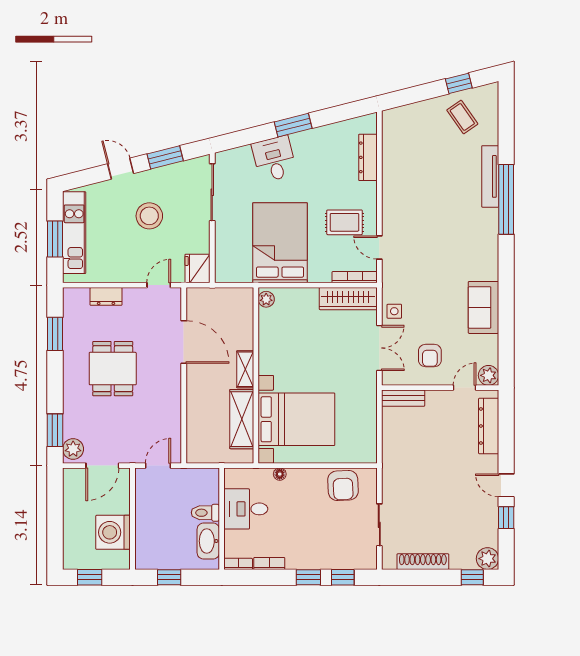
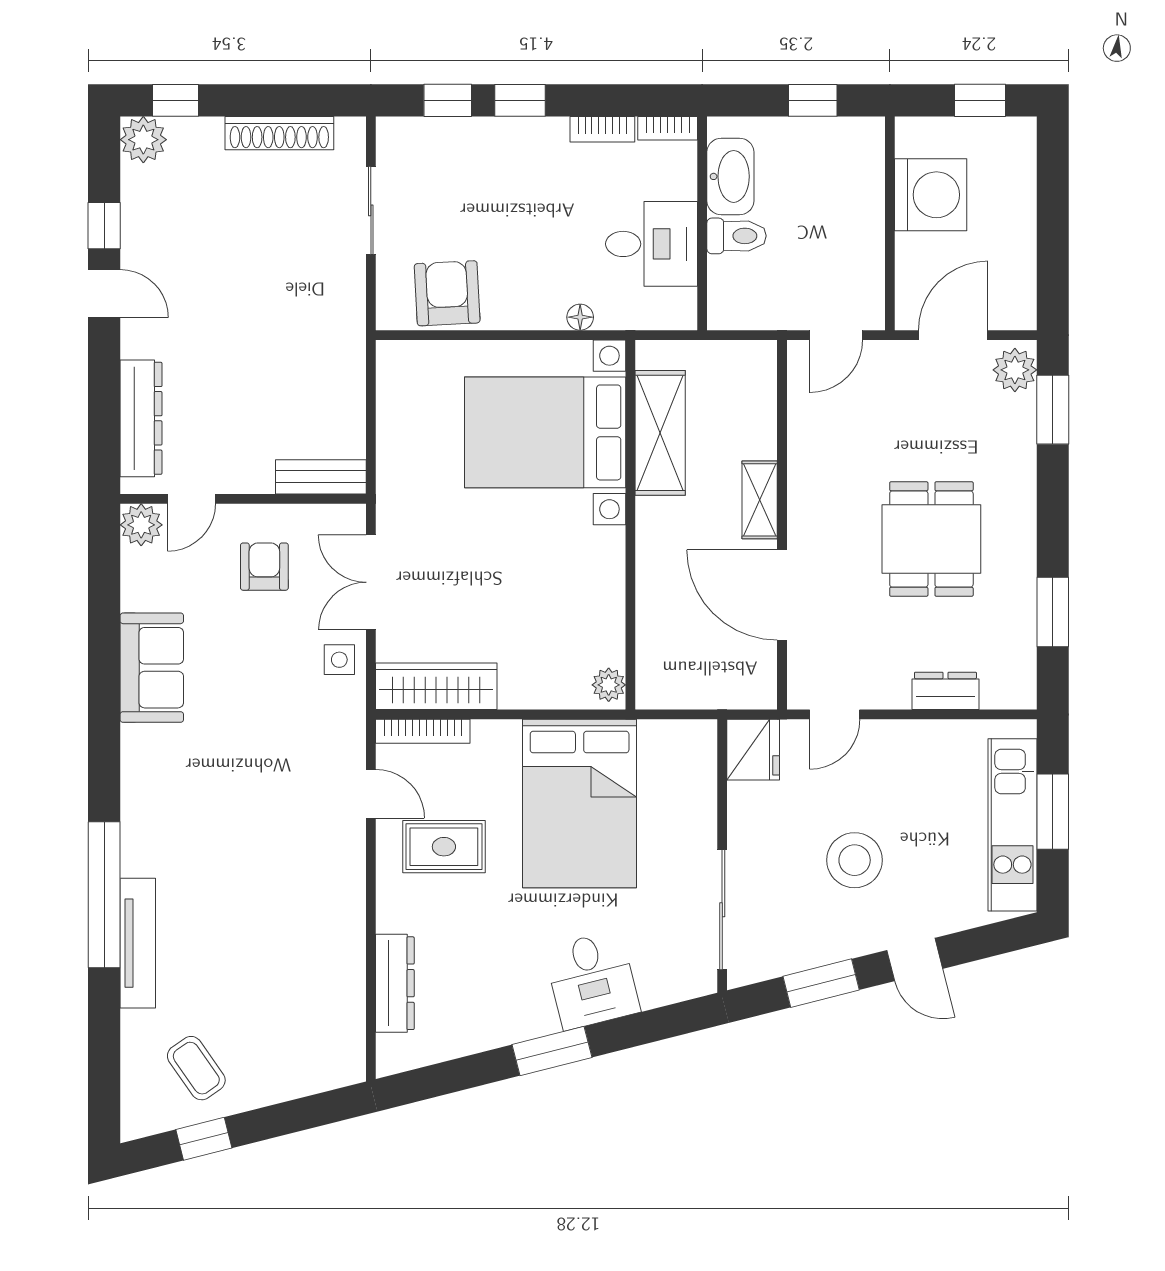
shelving: (245, 369) -> (760, 500), moved

